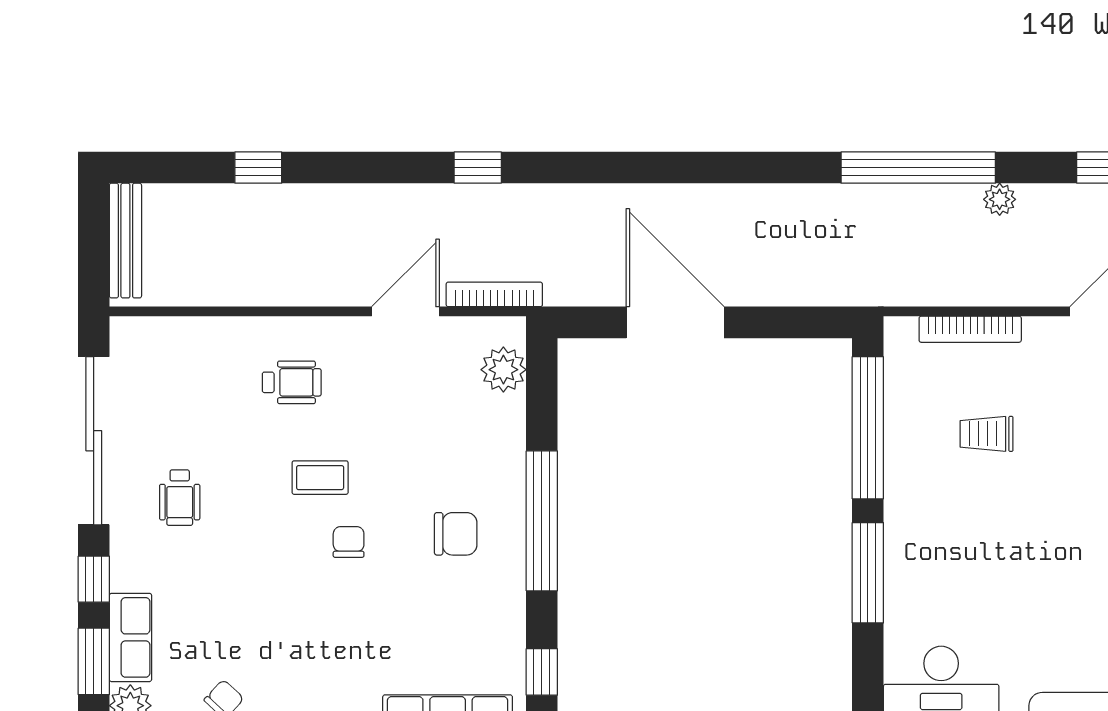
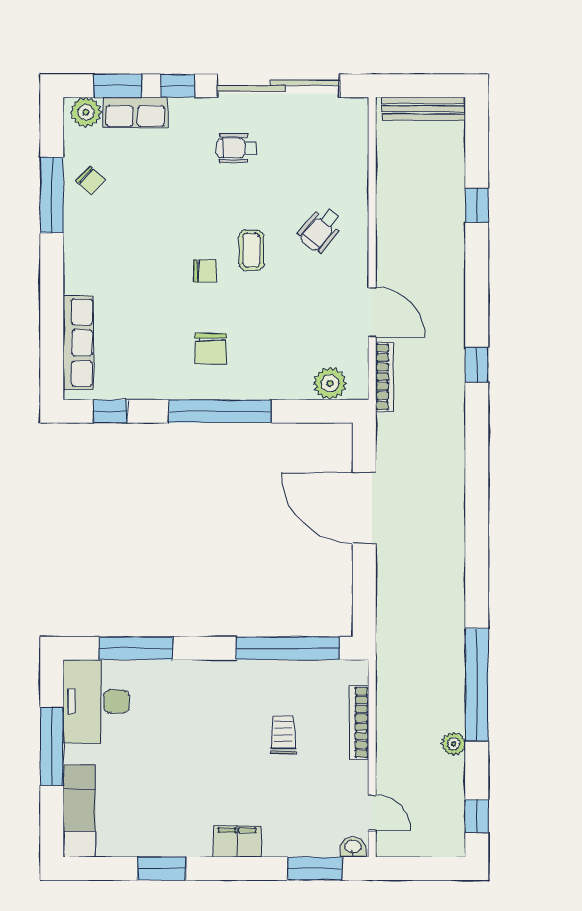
door: (675, 322) -> (364, 508), swing flipped
wheelchair: (292, 382) -> (321, 230), turned 40
window: (868, 573) -> (136, 648), moved

